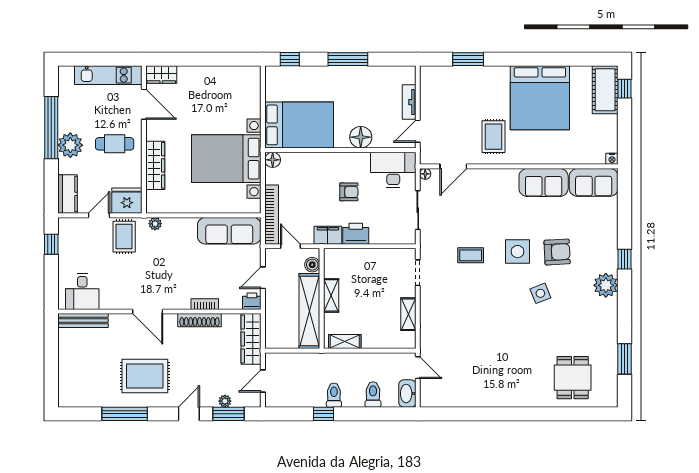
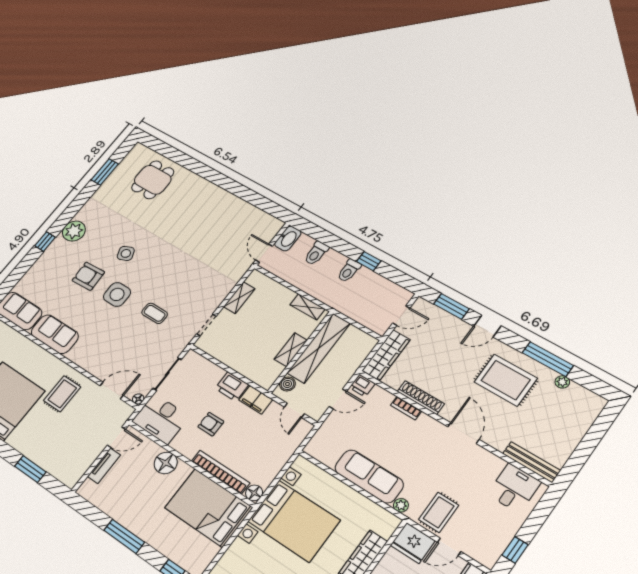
bookcase: (272, 215) -> (220, 472), moved, turned 90
sofa: (229, 231) -> (369, 476), moved
plant: (225, 401) -> (562, 382), moved

